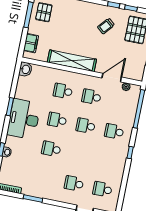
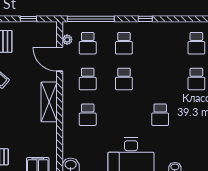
shelving: (72, 61) -> (49, 102), width x0.68
school desk: (57, 120) -> (88, 43), moved

